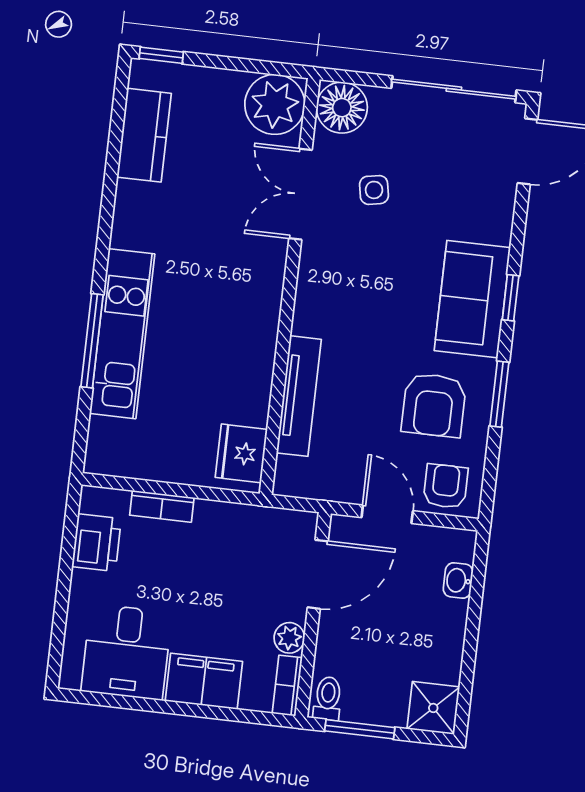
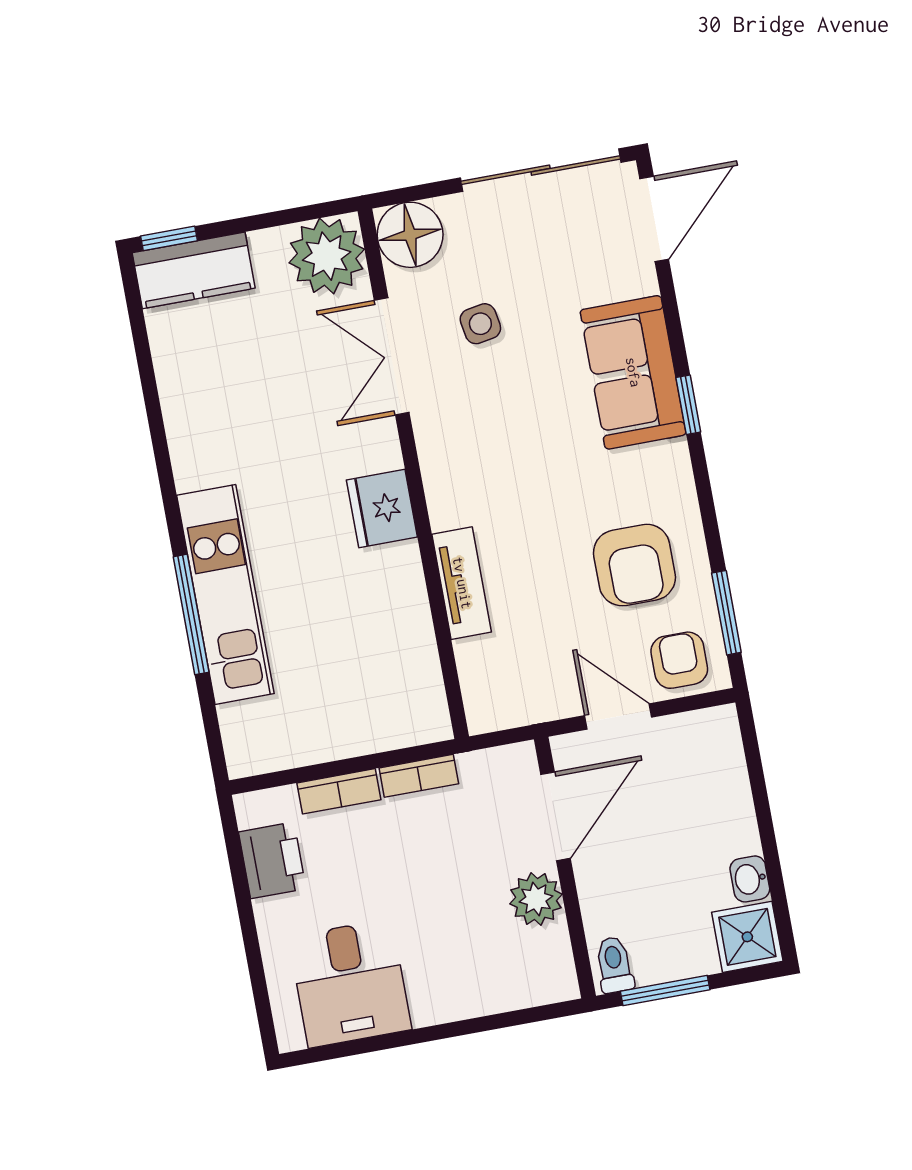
kitchen counter: (144, 135) -> (194, 270), moved, turned 90
sofa: (472, 299) -> (633, 372), moved
window: (499, 394) -> (726, 613), moved
tv unit: (299, 396) -> (462, 583), width x0.71
fridge: (241, 453) -> (382, 508), moved
washbasin: (458, 581) -> (750, 879), moved
plant: (289, 638) -> (536, 899), width x1.38, depth x1.38
filing cabinet: (204, 681) -> (456, 990), removed
bookcase: (287, 686) -> (419, 776), moved, turned -90

